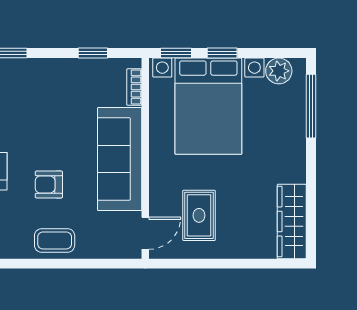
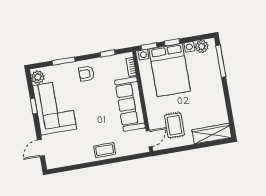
armchair: (49, 184) -> (86, 74), moved
wardrobe: (292, 221) -> (212, 134), moved, turned 90

